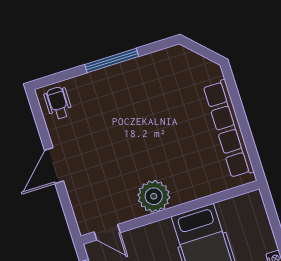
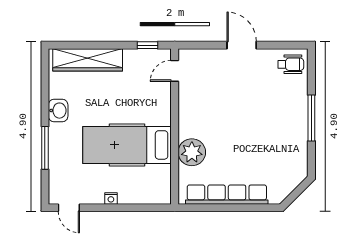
plant: (154, 196) -> (192, 152), moved

